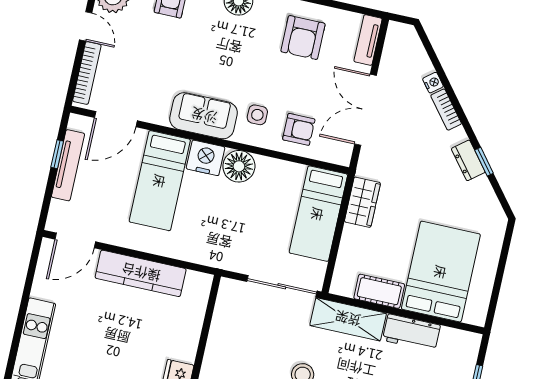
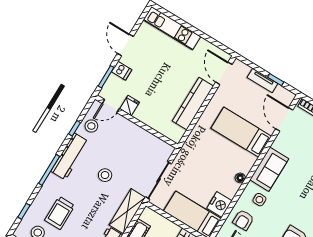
nightstand: (205, 158) -> (219, 204), moved
tv unit: (68, 165) -> (262, 80), width x0.71
floor lamp: (239, 166) -> (240, 178), width x0.53, depth x0.53

